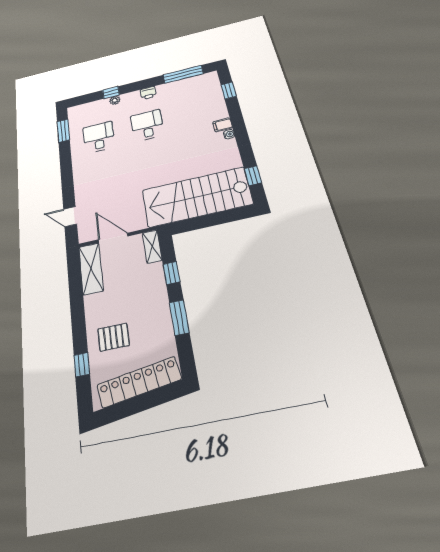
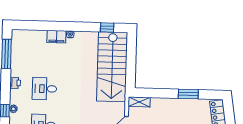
window: (229, 91) -> (33, 25), removed
filing cabinet: (223, 125) -> (56, 37), width x2.00
window: (171, 273) -> (160, 93), removed

